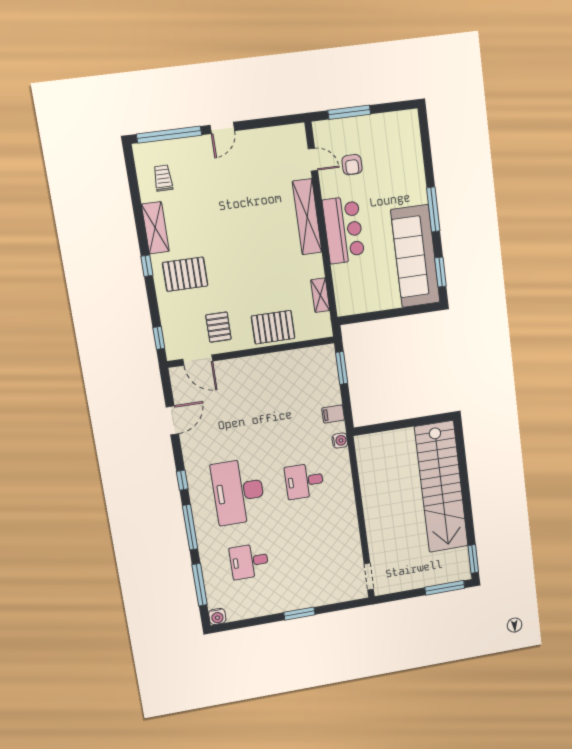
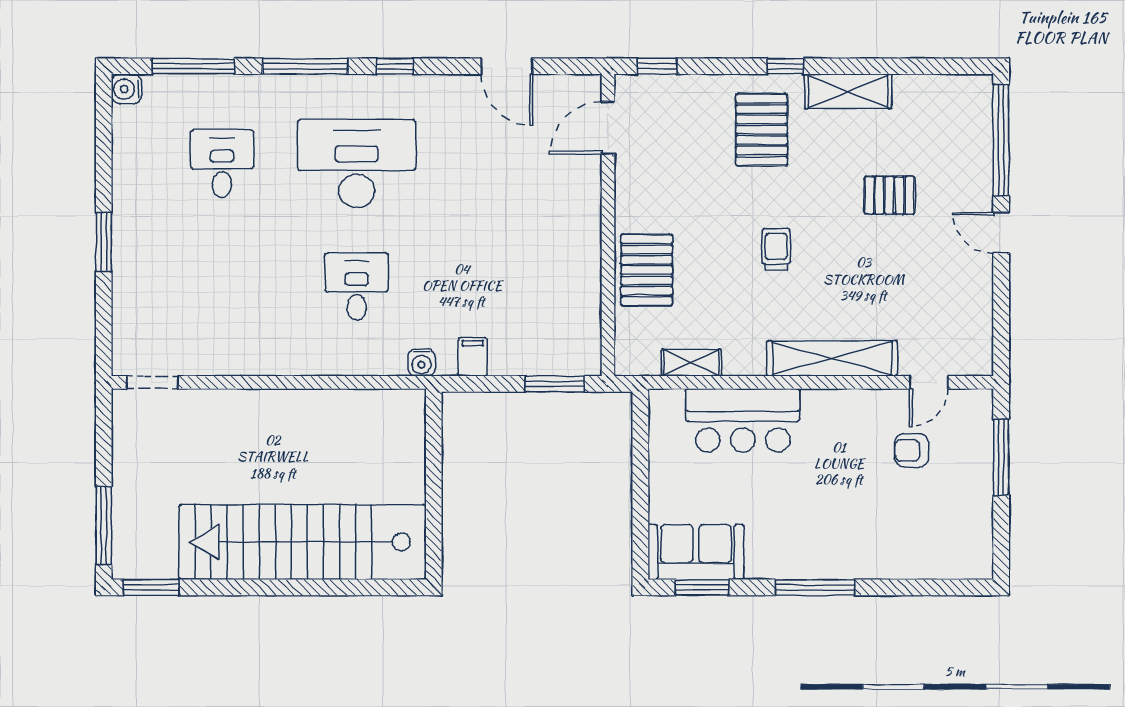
trolley: (163, 178) -> (776, 249), moved, turned -90
bar counter: (344, 230) -> (743, 420), moved
sofa: (415, 256) -> (696, 552), width x0.54, depth x0.79
pallet: (218, 327) -> (890, 195), moved

